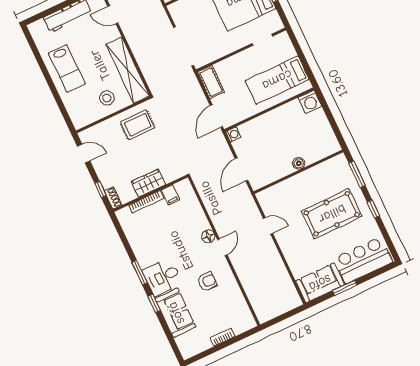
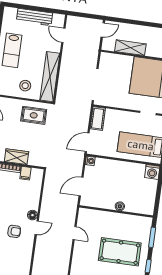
armchair: (207, 282) -> (14, 231), moved

